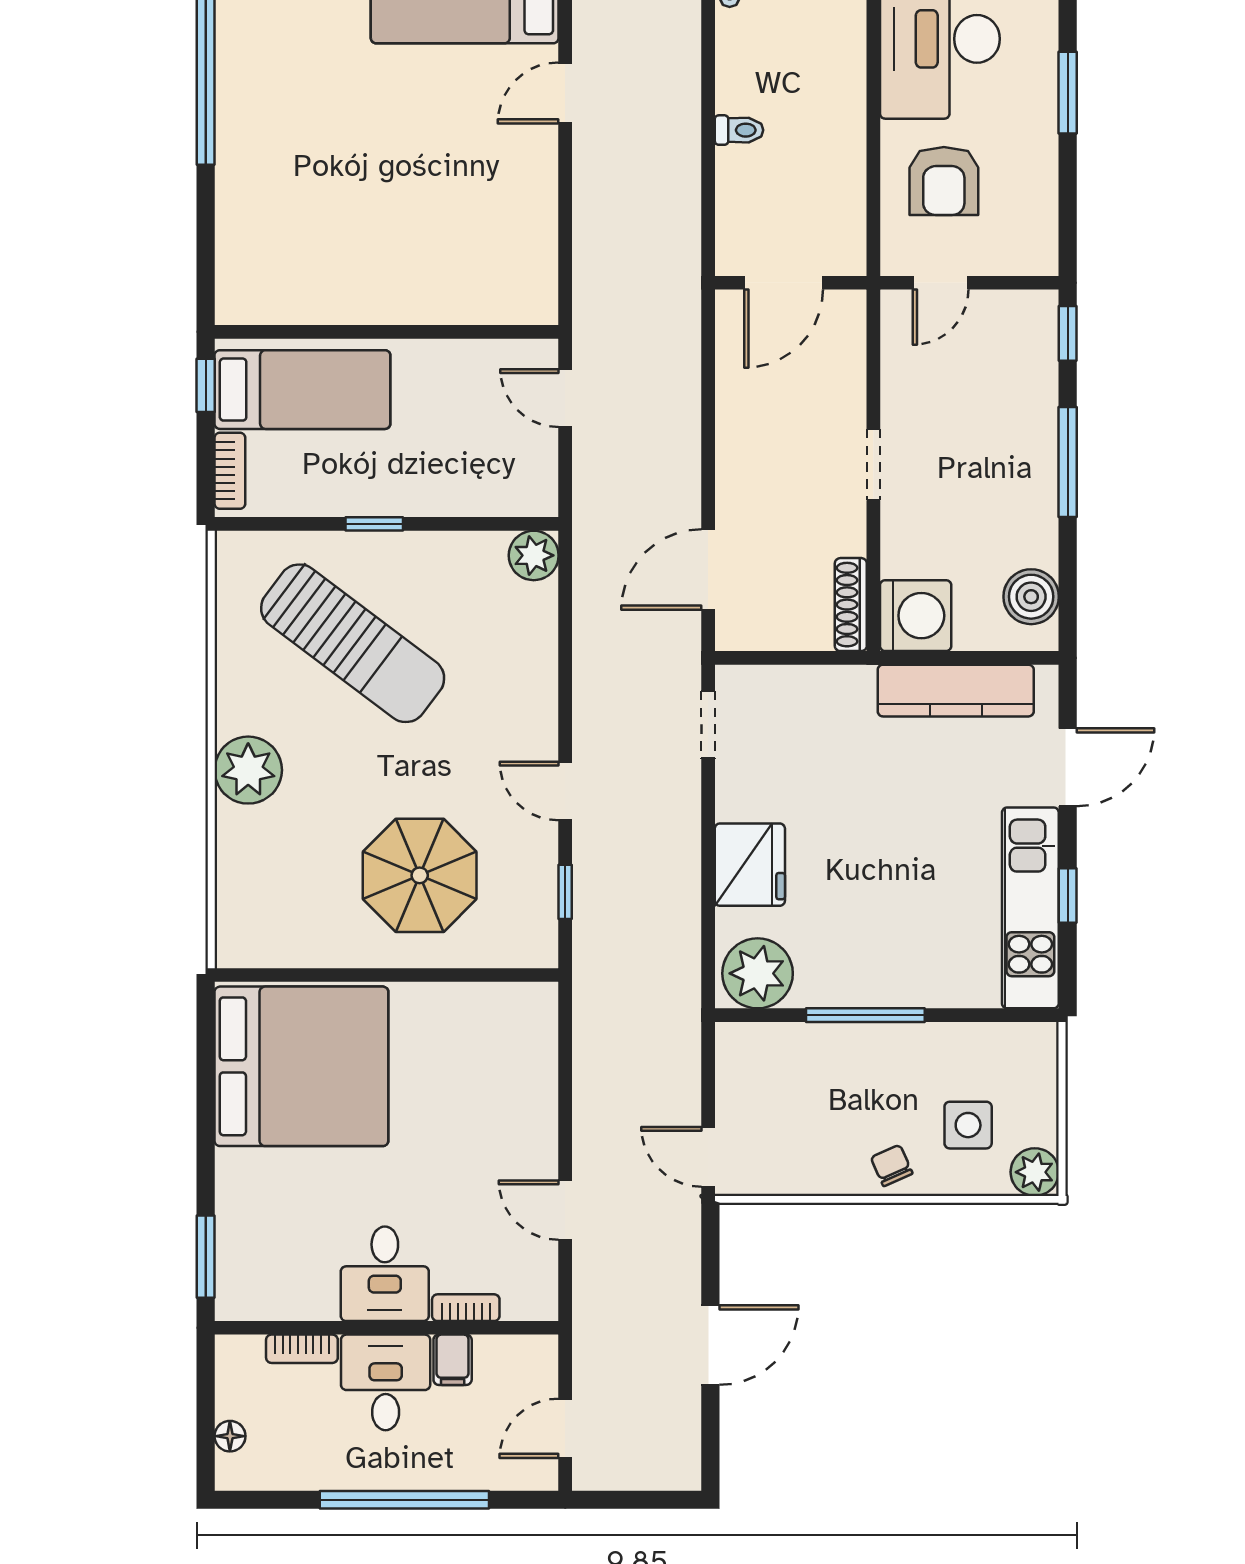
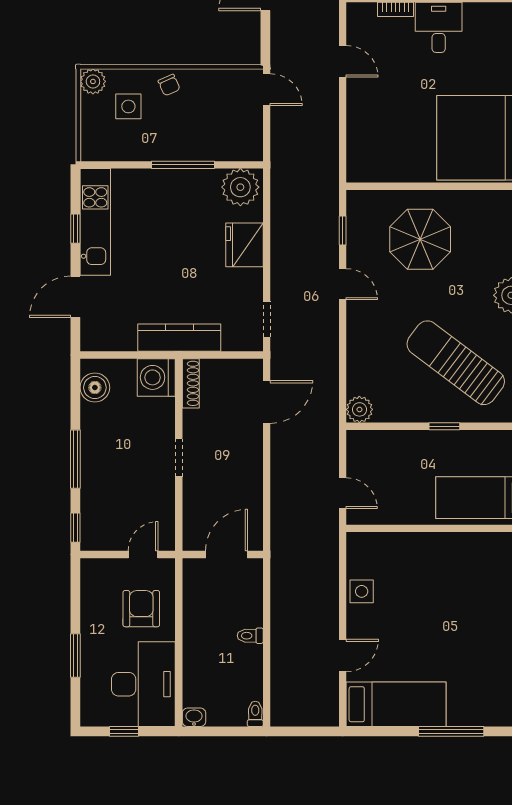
side table: (530, 213) -> (362, 591), added
kitchen counter: (956, 691) -> (179, 338), moved

